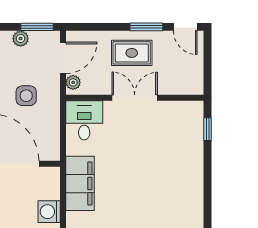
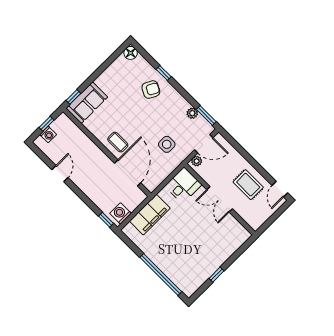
window: (146, 27) -> (261, 170), removed
rug: (132, 53) -> (248, 185), moved
double door: (135, 98) -> (220, 199), swing flipped
window: (208, 129) -> (217, 275), moved

